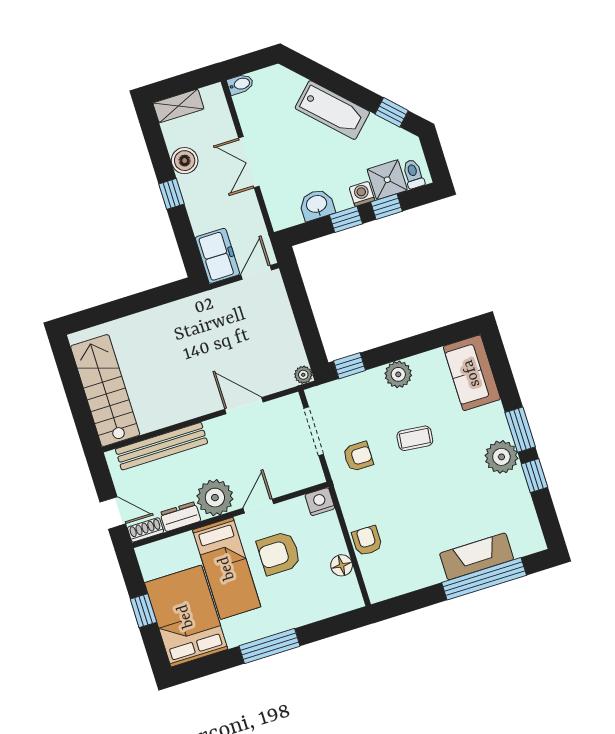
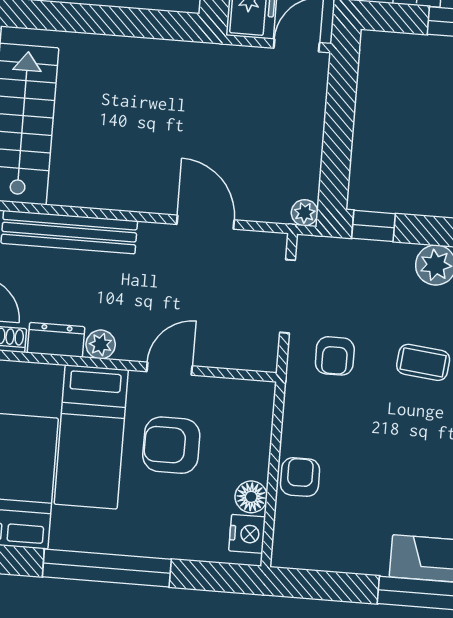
armchair: (358, 456) -> (335, 356), turned 90
plant: (215, 498) -> (101, 344), width x0.53, depth x0.53
nightstand: (320, 502) -> (247, 534), moved, turned 90
window: (269, 646) -> (107, 568), width x1.46

